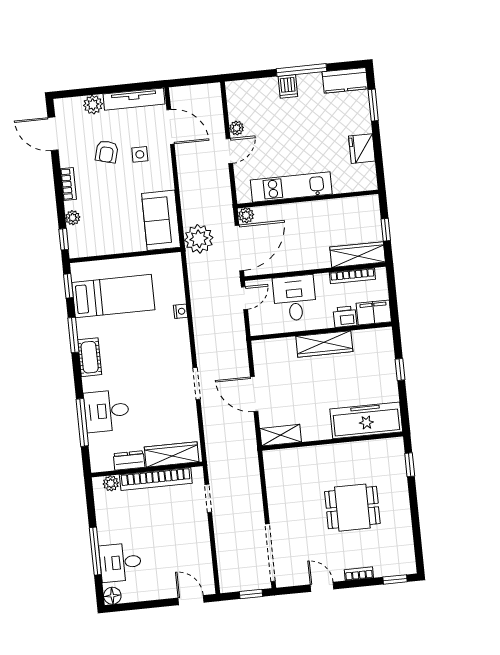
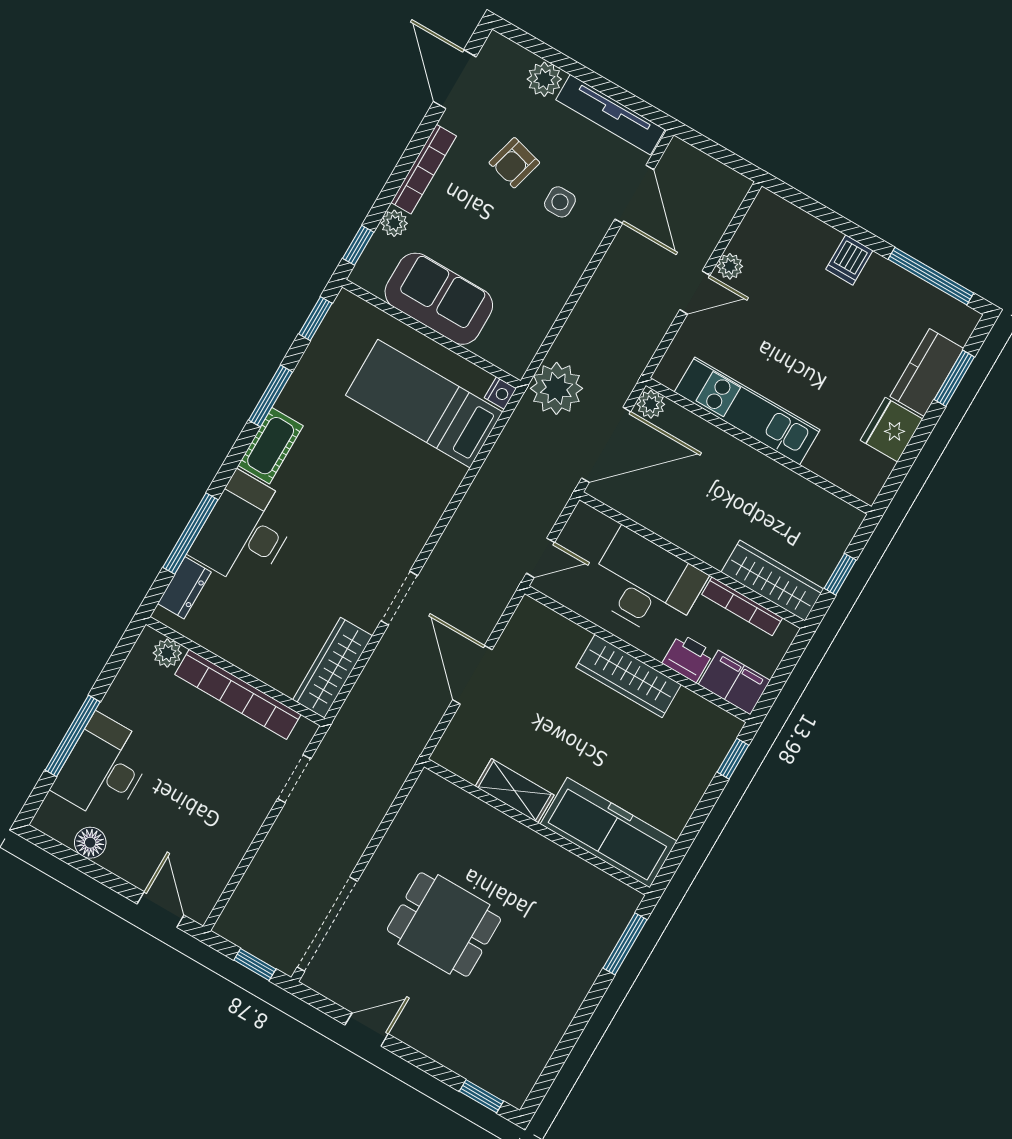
window: (301, 70) -> (931, 276), moved
kitchen counter: (345, 80) -> (927, 372), moved, turned 90
bookcase: (68, 184) -> (424, 169), width x1.56
sofa: (161, 220) -> (439, 299), moved, turned 90
bed: (113, 296) -> (424, 404), moved, turned 180
door: (244, 298) -> (540, 558), moved
desk: (295, 298) -> (646, 584), width x1.37
nightstand: (181, 311) -> (500, 393), moved
window: (400, 369) -> (733, 759), moved
desk: (107, 411) -> (245, 531), width x1.37
shelving: (281, 435) -> (515, 791), moved
wardrobe: (172, 454) -> (333, 668), moved, turned -90
dresser: (129, 460) -> (184, 588), moved, turned 90
window: (410, 465) -> (625, 944), width x1.50
dining table: (352, 508) -> (444, 924), moved
desk: (120, 562) -> (104, 768), width x1.37
bookcase: (359, 574) -> (435, 1049), removed
door: (322, 587) -> (367, 1029), hinge flipped
floor lamp: (112, 596) -> (90, 843), moved

